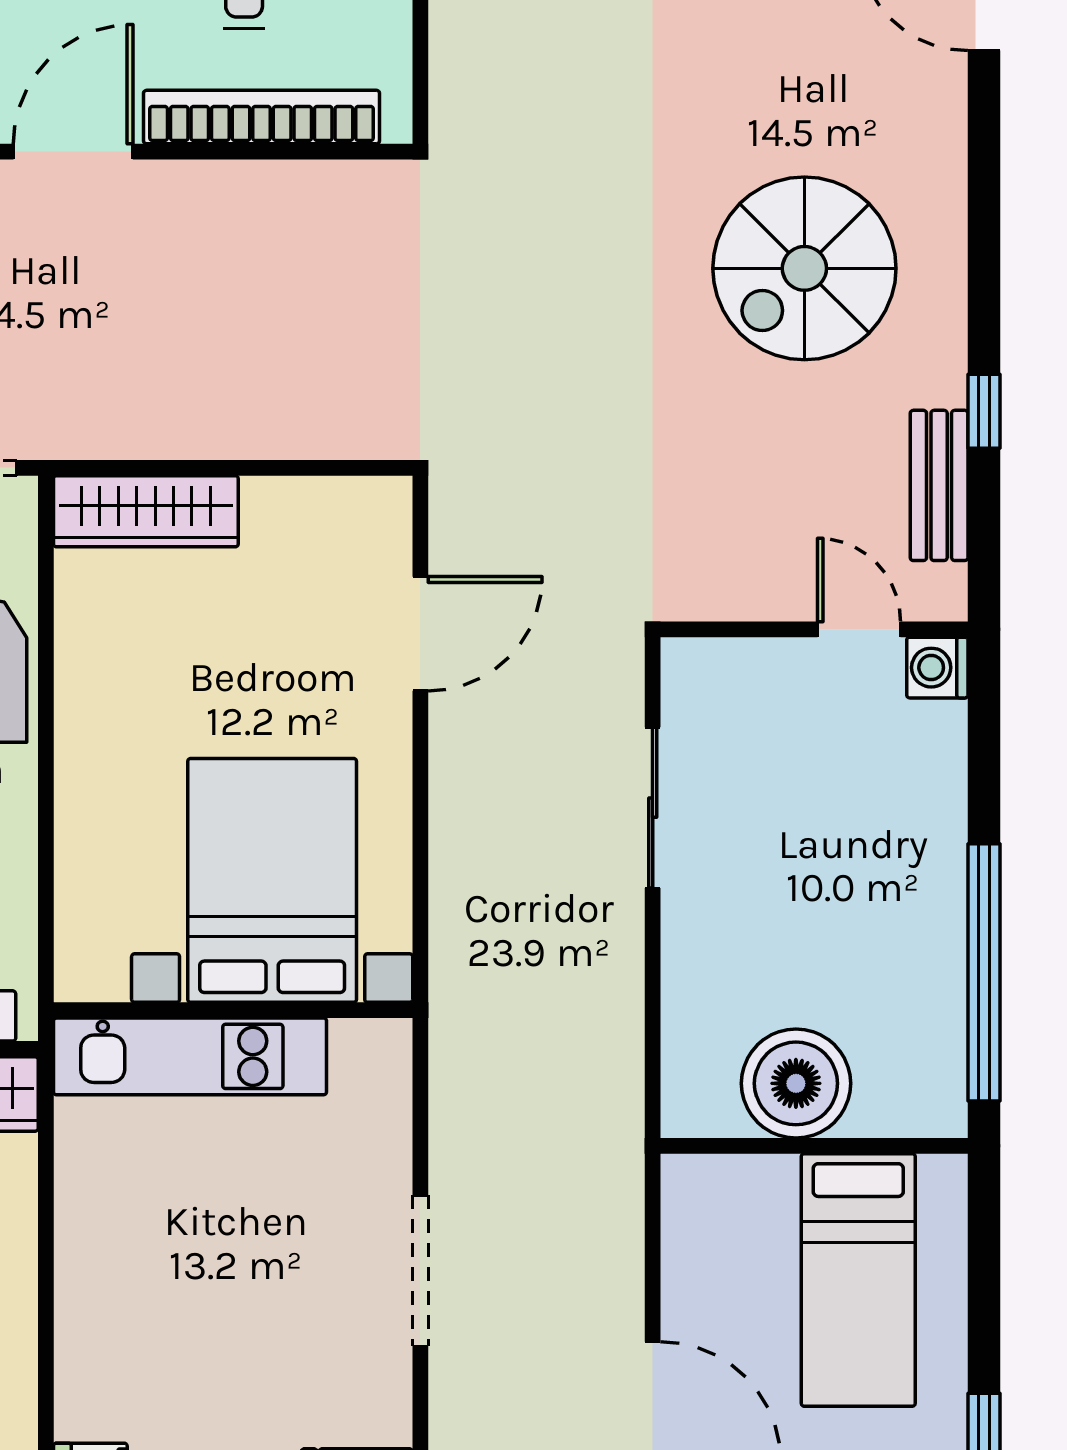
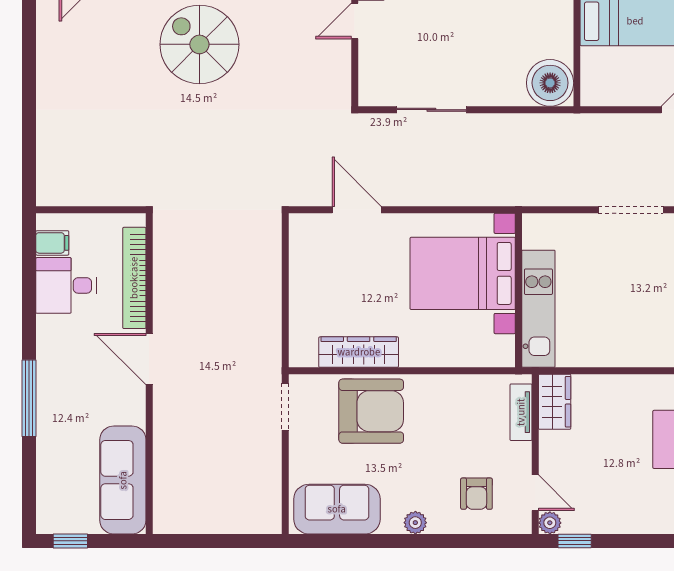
spiral stairs: (804, 268) -> (199, 44), turned 180
wardrobe: (146, 511) -> (359, 352), moved, turned -90
boiler: (796, 1083) -> (550, 83), moved

